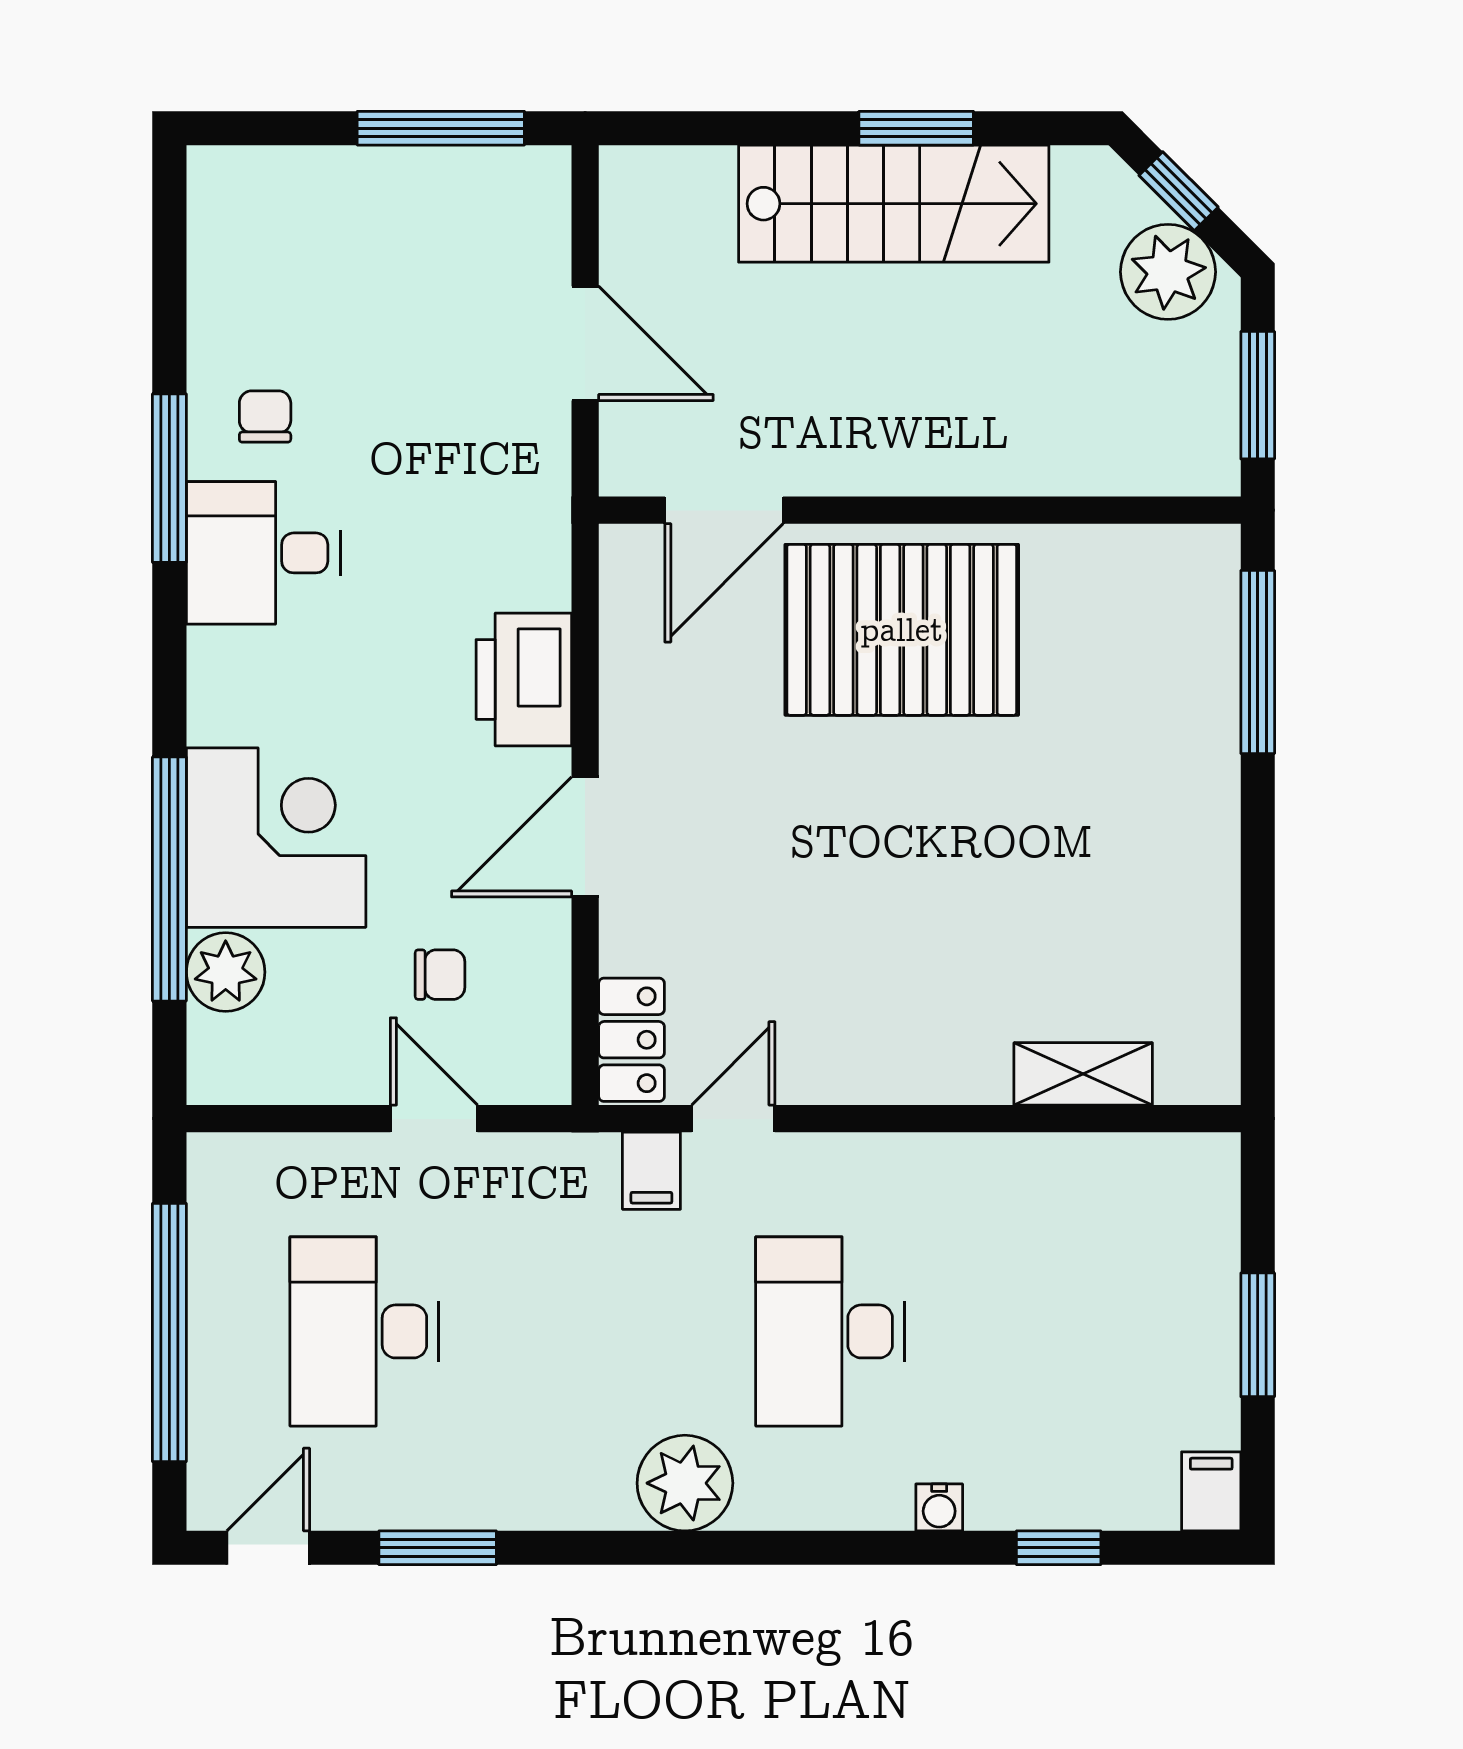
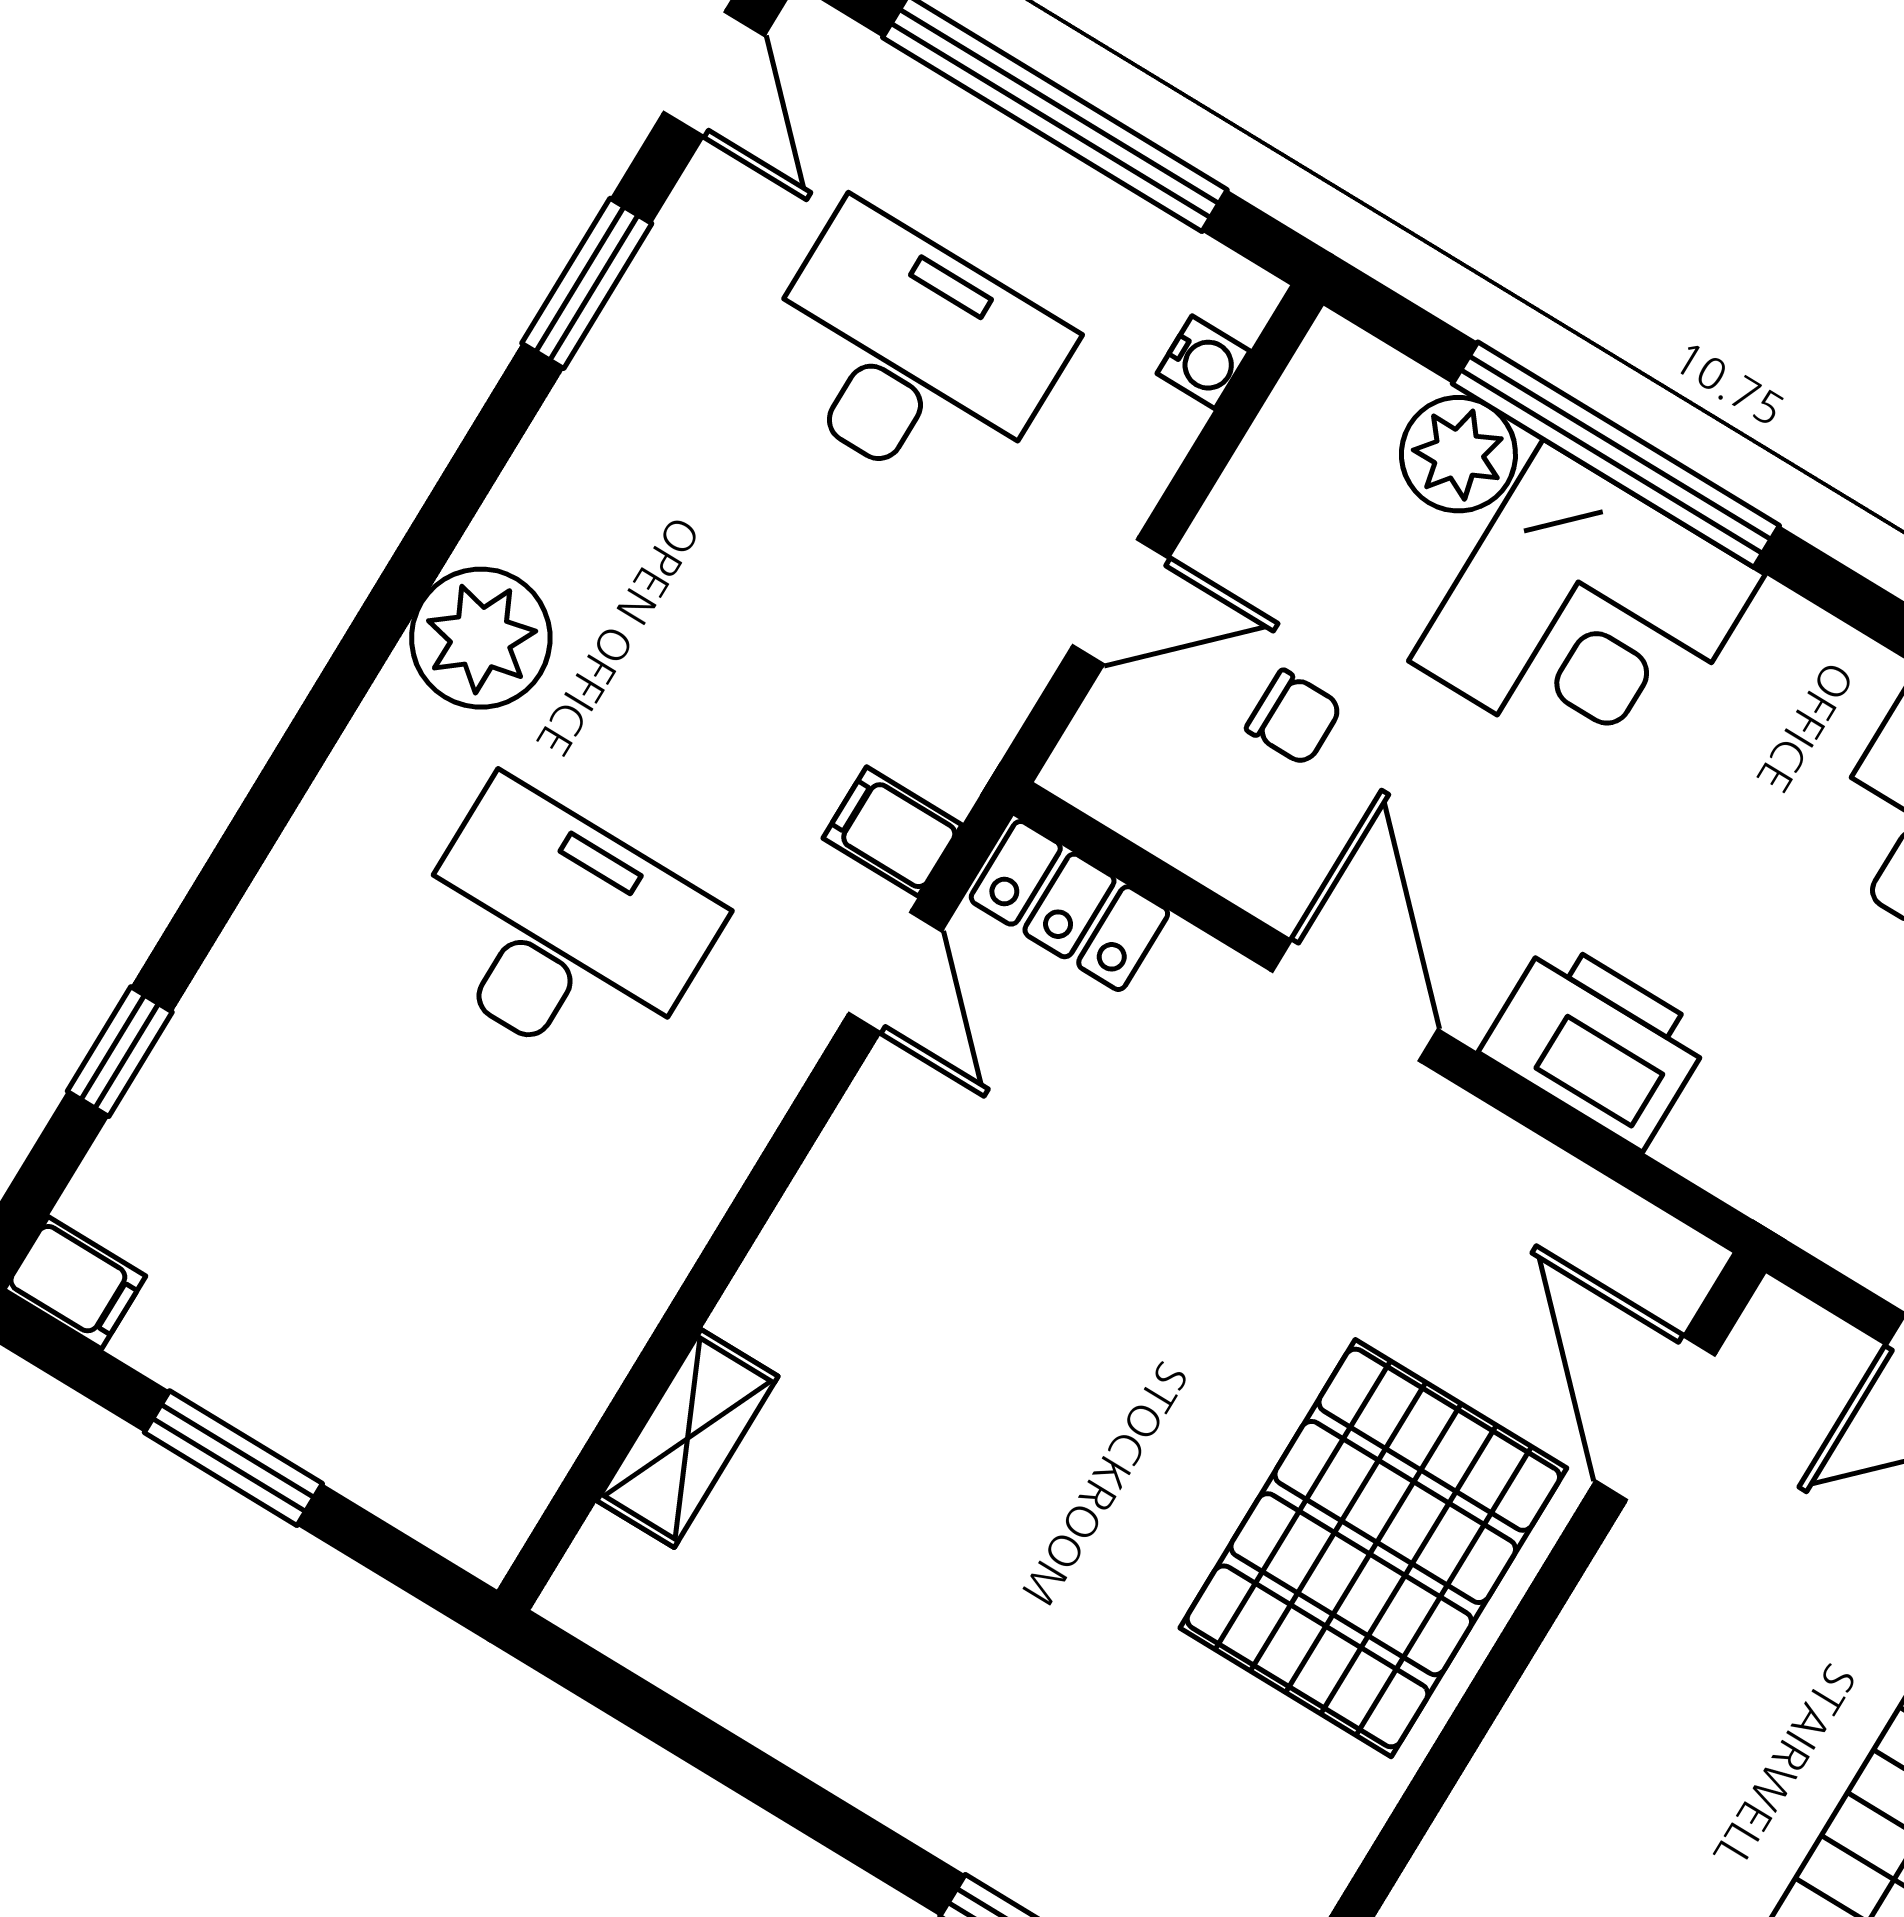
chair: (440, 975) -> (1294, 718), turned -90
water cooler: (939, 1507) -> (1204, 362), moved, turned 180

